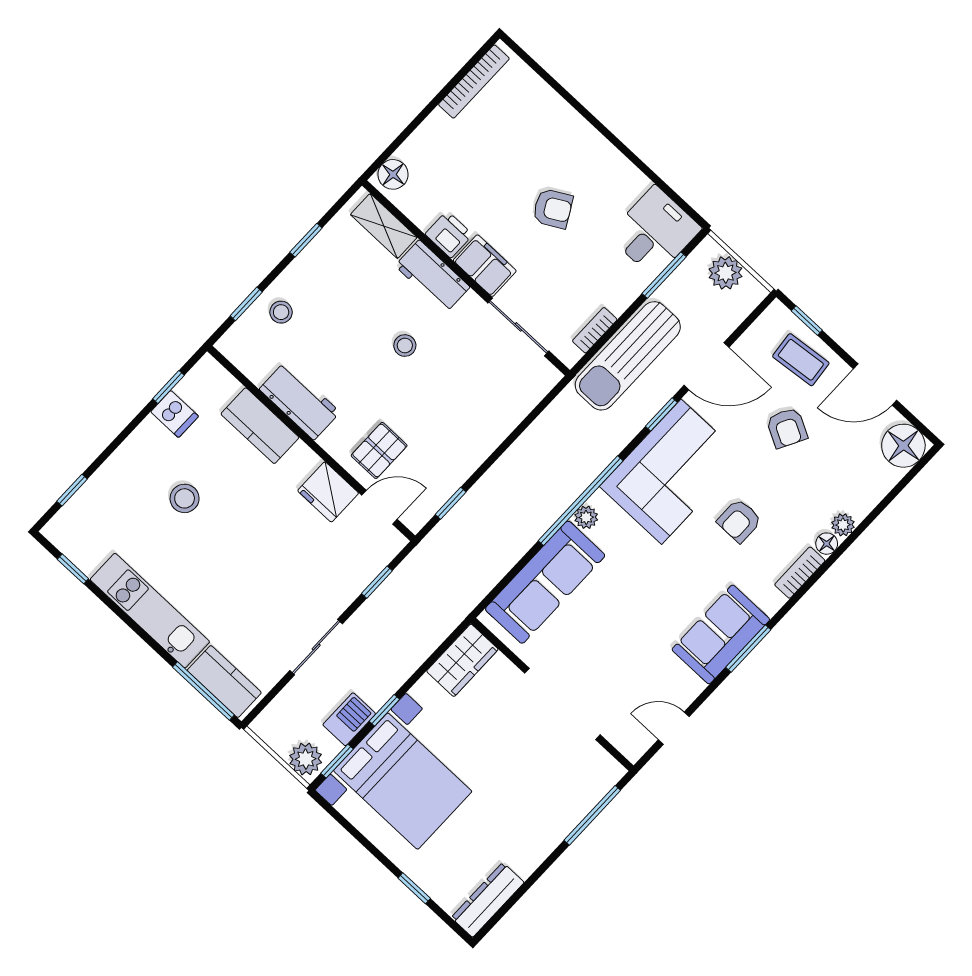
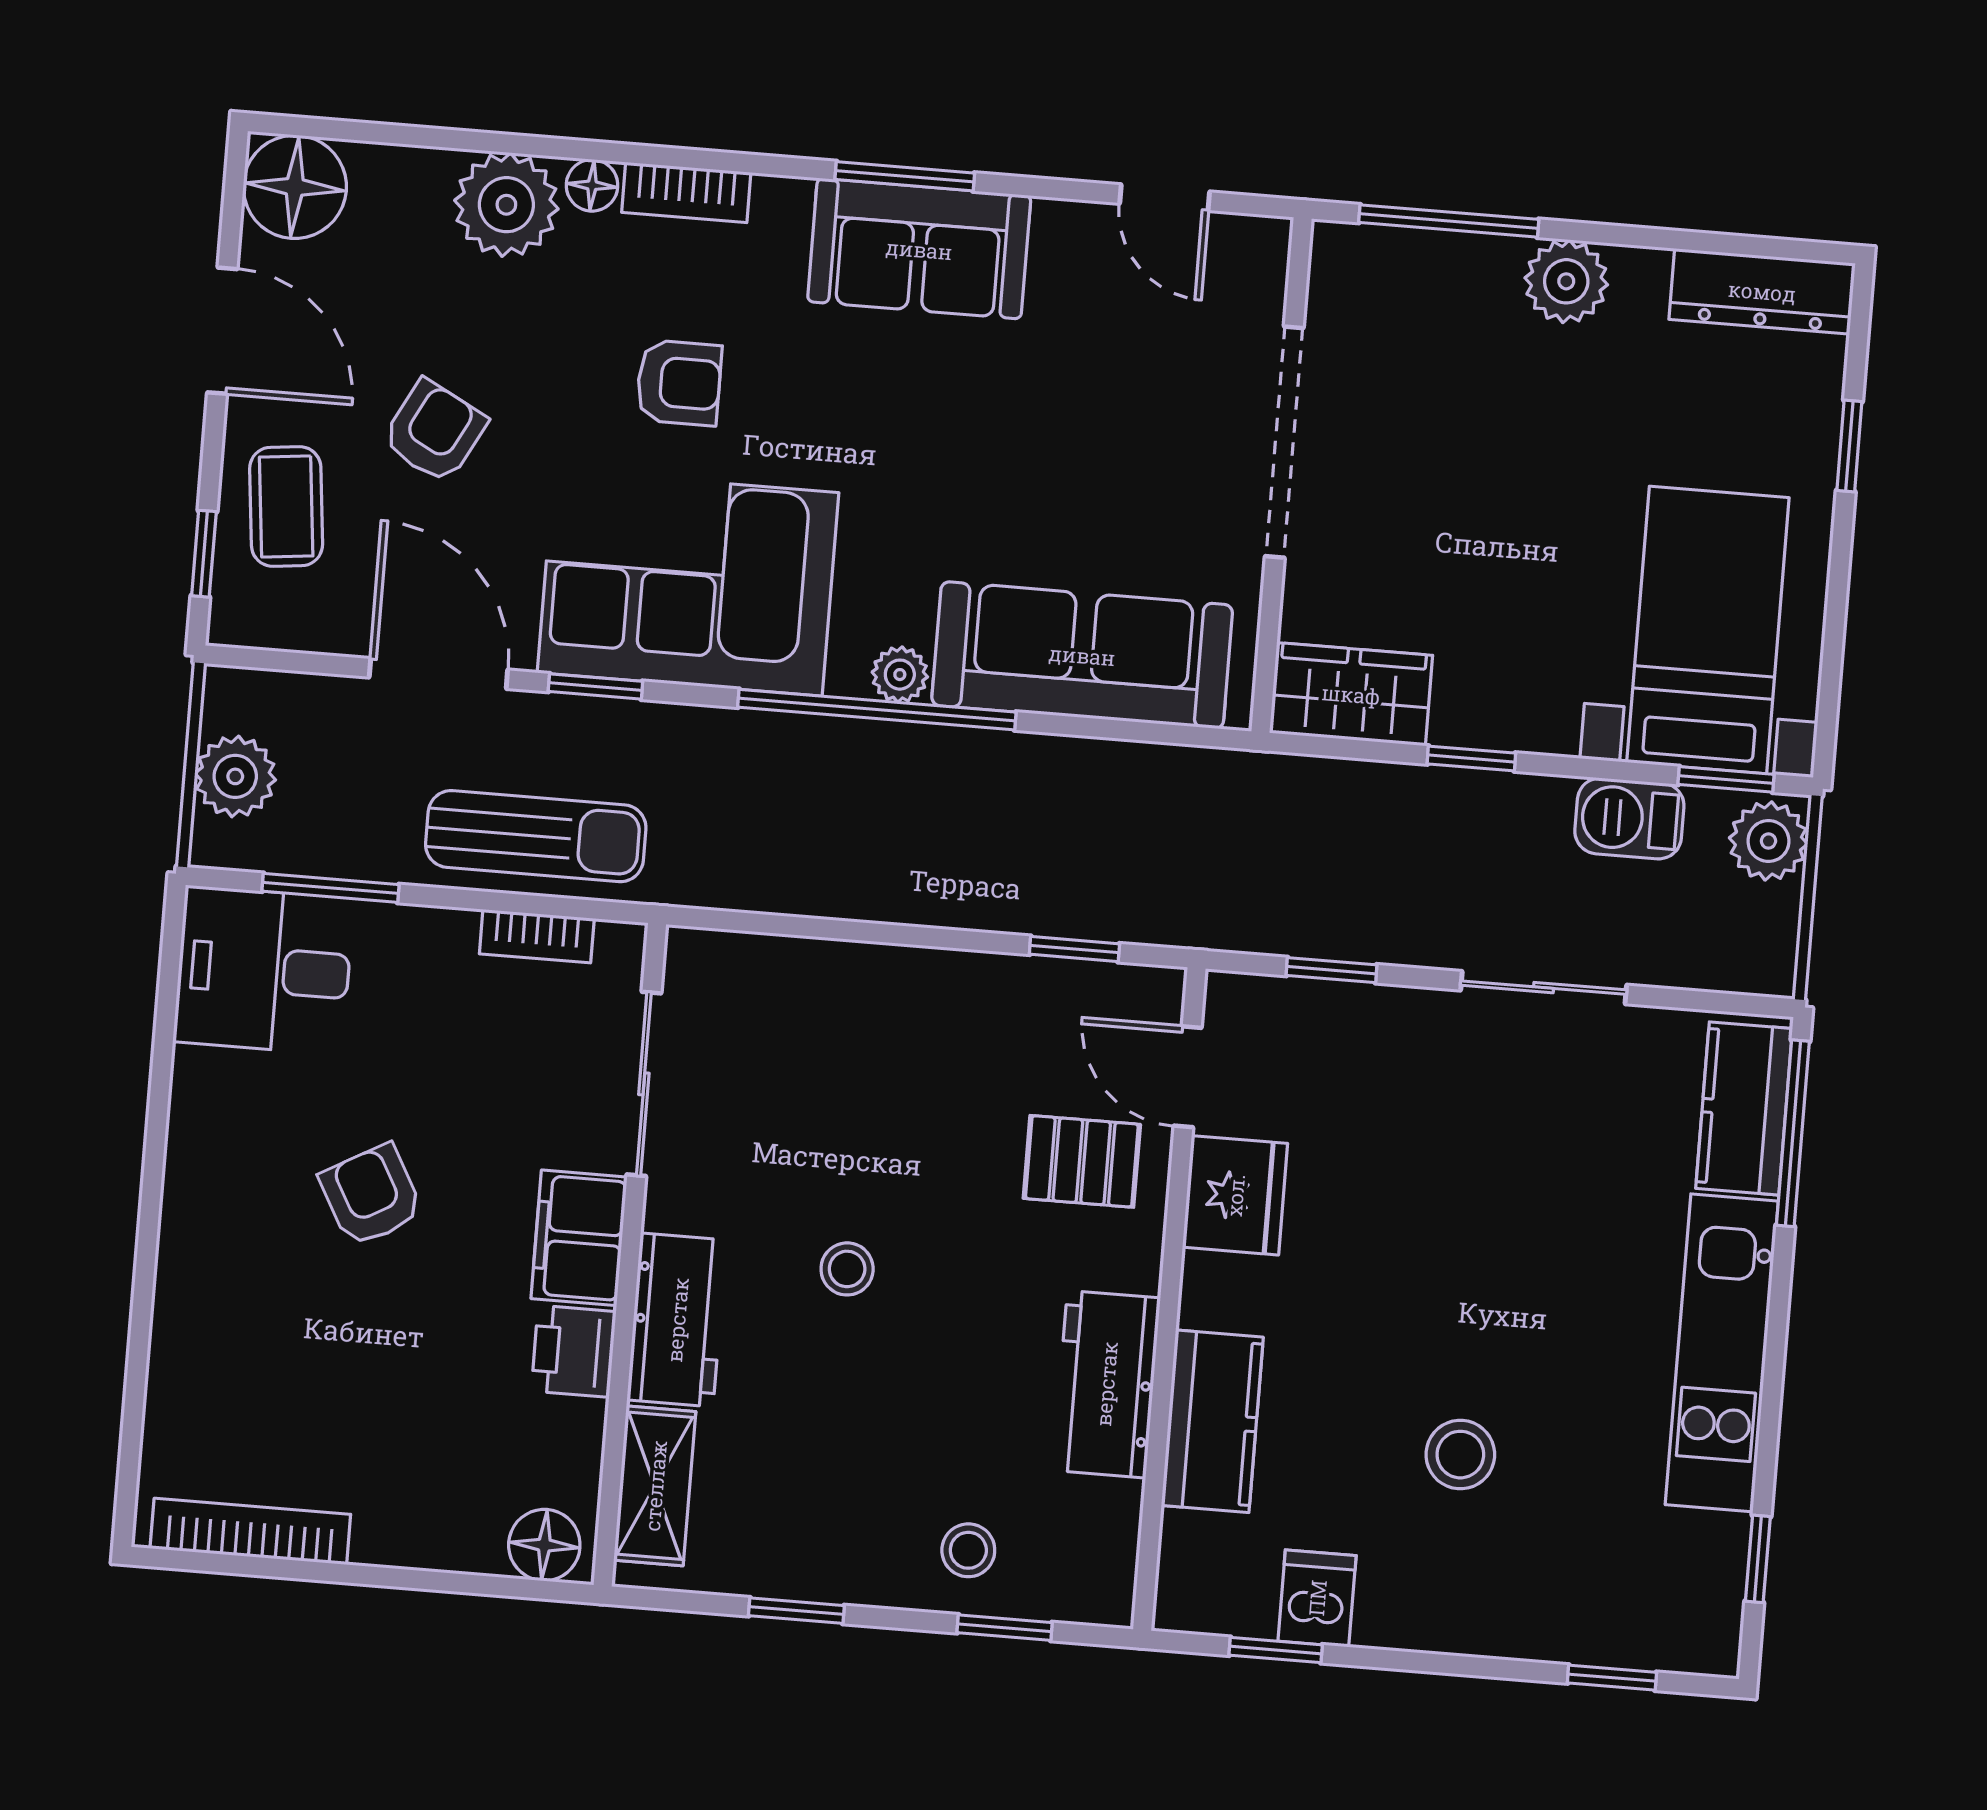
sun lounger: (628, 356) -> (536, 836), width x0.73, depth x0.75
plant: (843, 525) -> (506, 205), width x1.88, depth x1.88
window: (384, 710) -> (1471, 758), moved
bed with nightstands: (403, 781) -> (1708, 630), width x0.73
plant: (542, 838) -> (1566, 281), added

